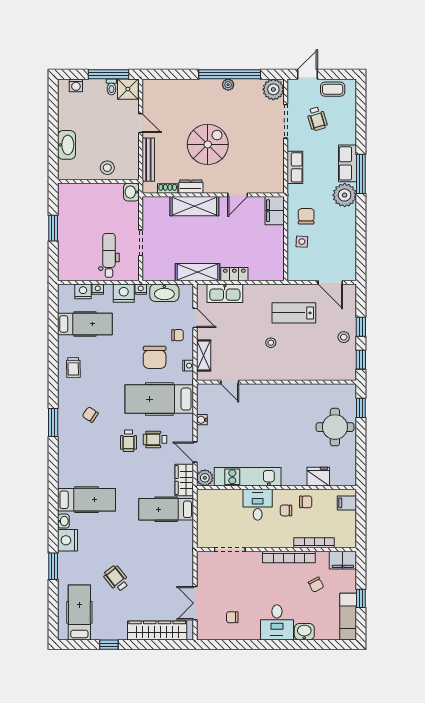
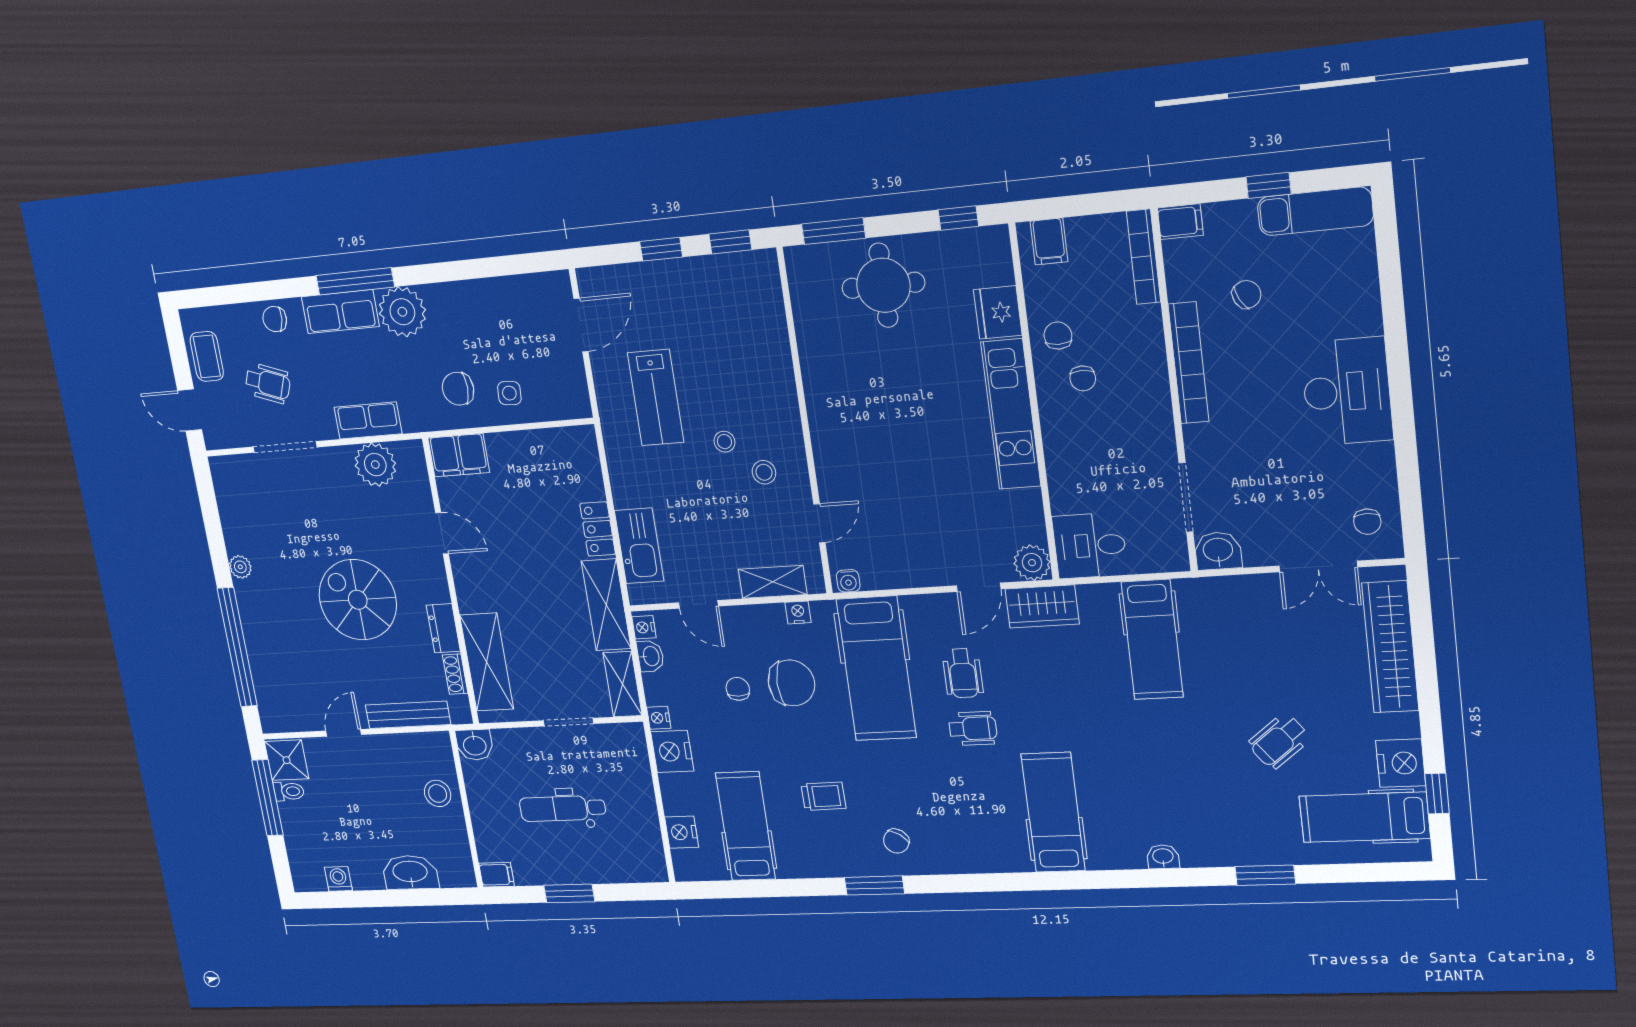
window: (230, 74) -> (237, 647), moved
washing machine: (76, 85) -> (338, 879), moved, turned -90
plant: (273, 89) -> (375, 465), moved
wheelchair: (317, 119) -> (268, 383), turned 37
chair: (347, 129) -> (275, 319), added
filing cabinet: (64, 191) -> (497, 875), added
shelving: (194, 206) -> (487, 662), moved
dental chair: (109, 255) -> (563, 808), moved
shelving: (158, 274) -> (623, 684), added
nightstand: (98, 289) -> (644, 627), moved
washbasin: (164, 293) -> (650, 656), width x0.52, depth x0.69
door: (195, 318) -> (698, 604), swing flipped
chair: (178, 335) -> (738, 689), moved
stool: (344, 337) -> (764, 472), moved
trolley: (73, 368) -> (823, 796), moved
window: (361, 408) -> (834, 231), width x1.50
chair: (90, 415) -> (896, 841), moved
water cooler: (202, 420) -> (848, 581), moved
window: (53, 423) -> (874, 886), moved
window: (361, 465) -> (958, 218), added
kitchen unit: (248, 477) -> (1011, 414), moved
hospital bed: (87, 500) -> (1053, 812), moved
desk: (258, 505) -> (1090, 546), moved
hospital bed: (166, 509) -> (1152, 640), moved
nightstand: (67, 540) -> (1401, 763), moved, turned -90
bookcase: (314, 543) -> (1144, 257), moved
filing cabinet: (343, 560) -> (1180, 222), width x0.50
chair: (232, 617) -> (1367, 522), moved
desk: (277, 622) -> (1347, 391), width x1.37
washbasin: (304, 632) -> (1218, 551), moved, turned 90
window: (109, 645) -> (1437, 794), moved

